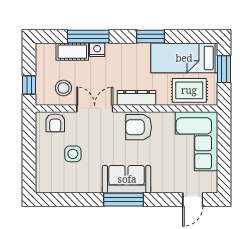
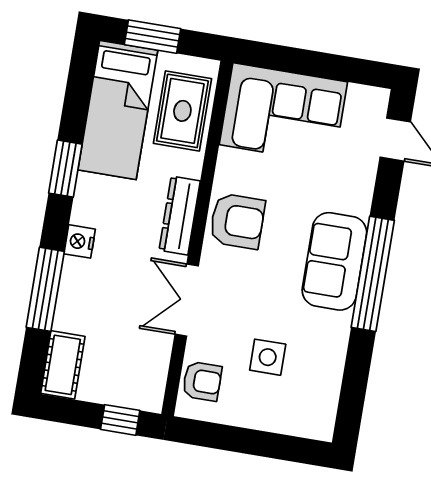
nightstand: (97, 50) -> (80, 241), moved
cot: (72, 52) -> (63, 365), moved
stool: (63, 88) -> (137, 354), removed
armchair: (139, 127) -> (237, 221), turned -90
window: (123, 200) -> (373, 274), width x1.46

